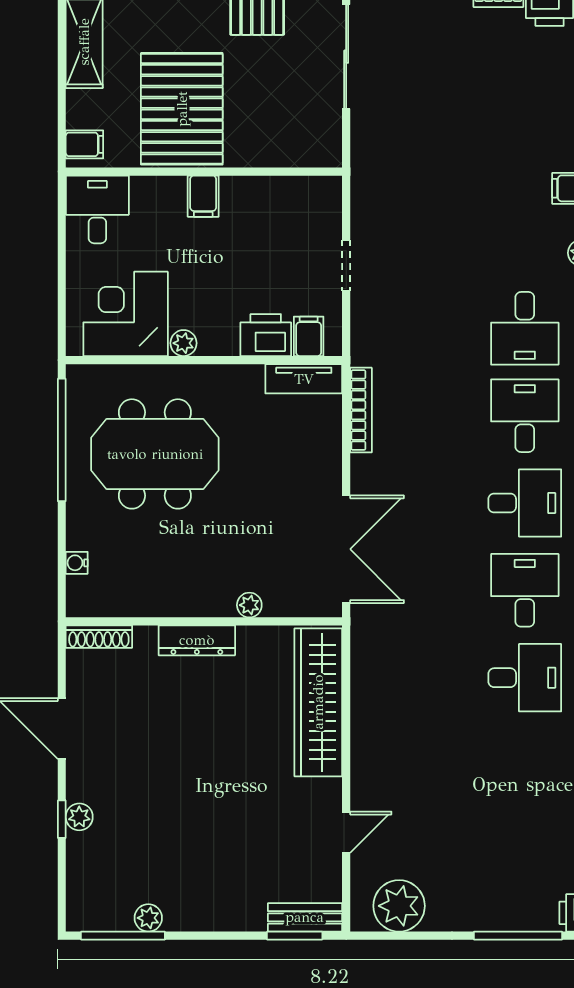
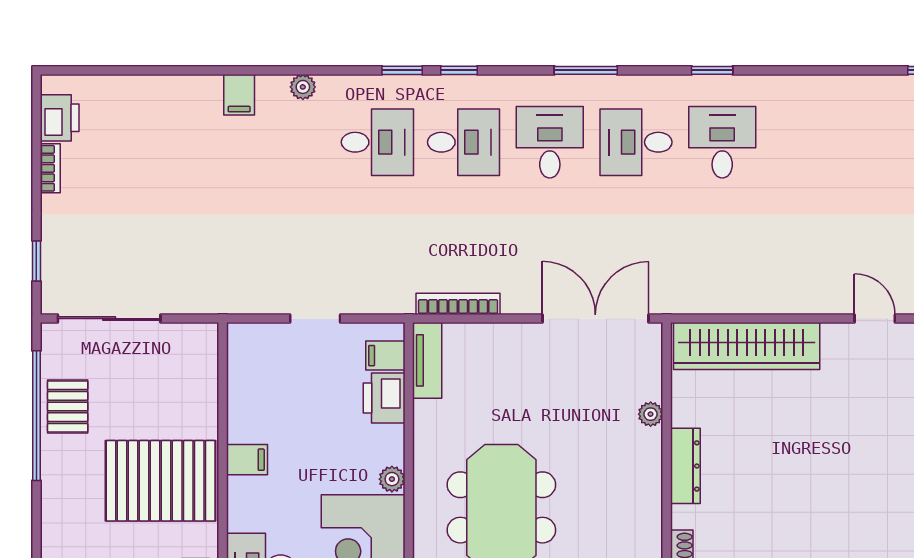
desk: (525, 416) -> (464, 142), turned 180

